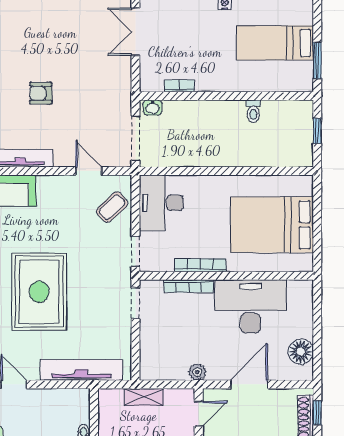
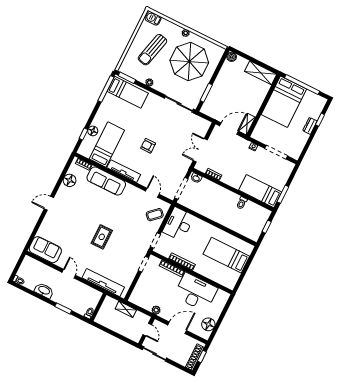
double door: (135, 32) -> (200, 150), moved
bed: (275, 43) -> (260, 191), moved
bed: (272, 225) -> (226, 255), width x0.67
rug: (39, 292) -> (102, 237), width x0.54, depth x0.49
door: (199, 414) -> (147, 330), hinge flipped

